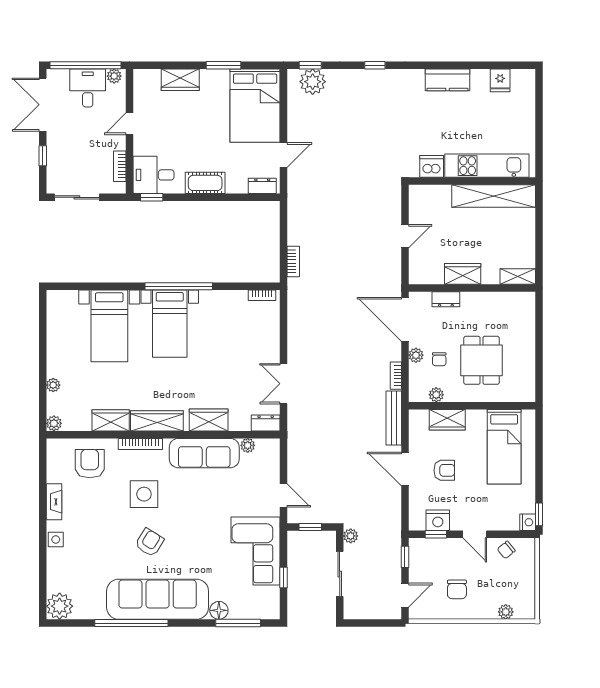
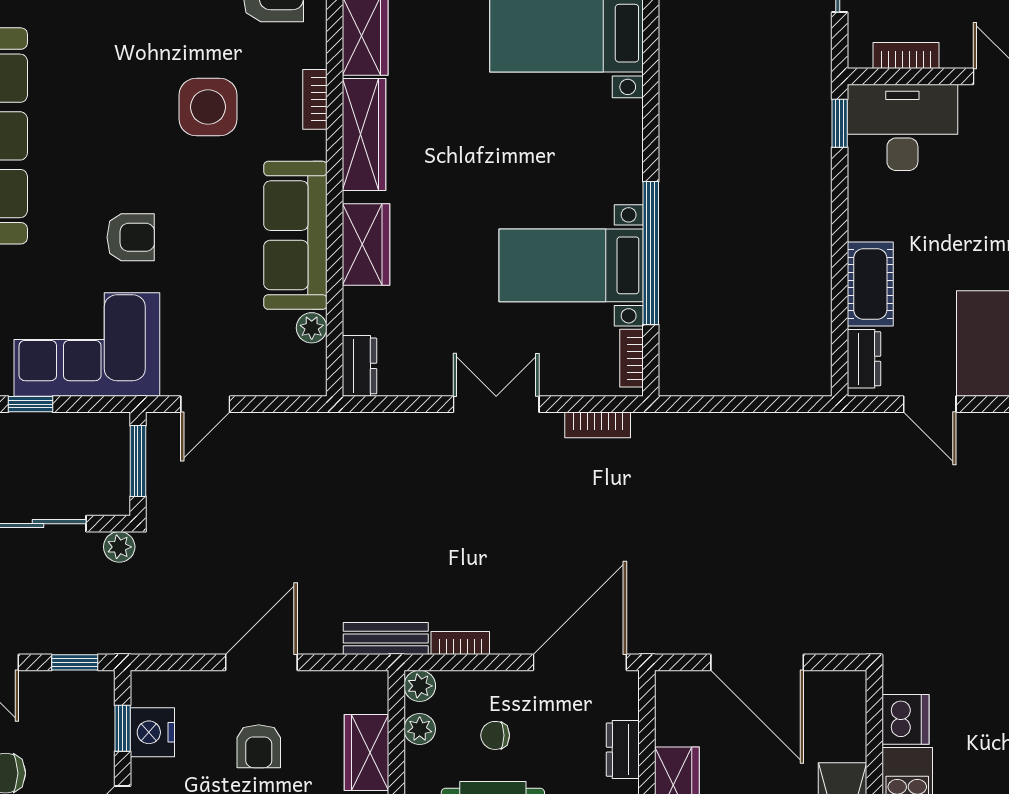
desk: (154, 175) -> (902, 127), width x1.37
cot: (205, 183) -> (870, 284), moved
door: (405, 236) -> (757, 662), width x1.87
bookcase: (293, 261) -> (598, 425), moved
window: (179, 286) -> (651, 253), moved
bed with nightstands: (170, 324) -> (571, 265), moved
plant: (416, 355) -> (420, 686), moved
double door: (284, 384) -> (496, 404), moved
bench: (394, 418) -> (386, 639), width x0.73
bookcase: (140, 444) -> (315, 99), width x0.64
window: (310, 527) -> (138, 461), width x1.50
armchair: (149, 542) -> (131, 237), moved, turned -32

